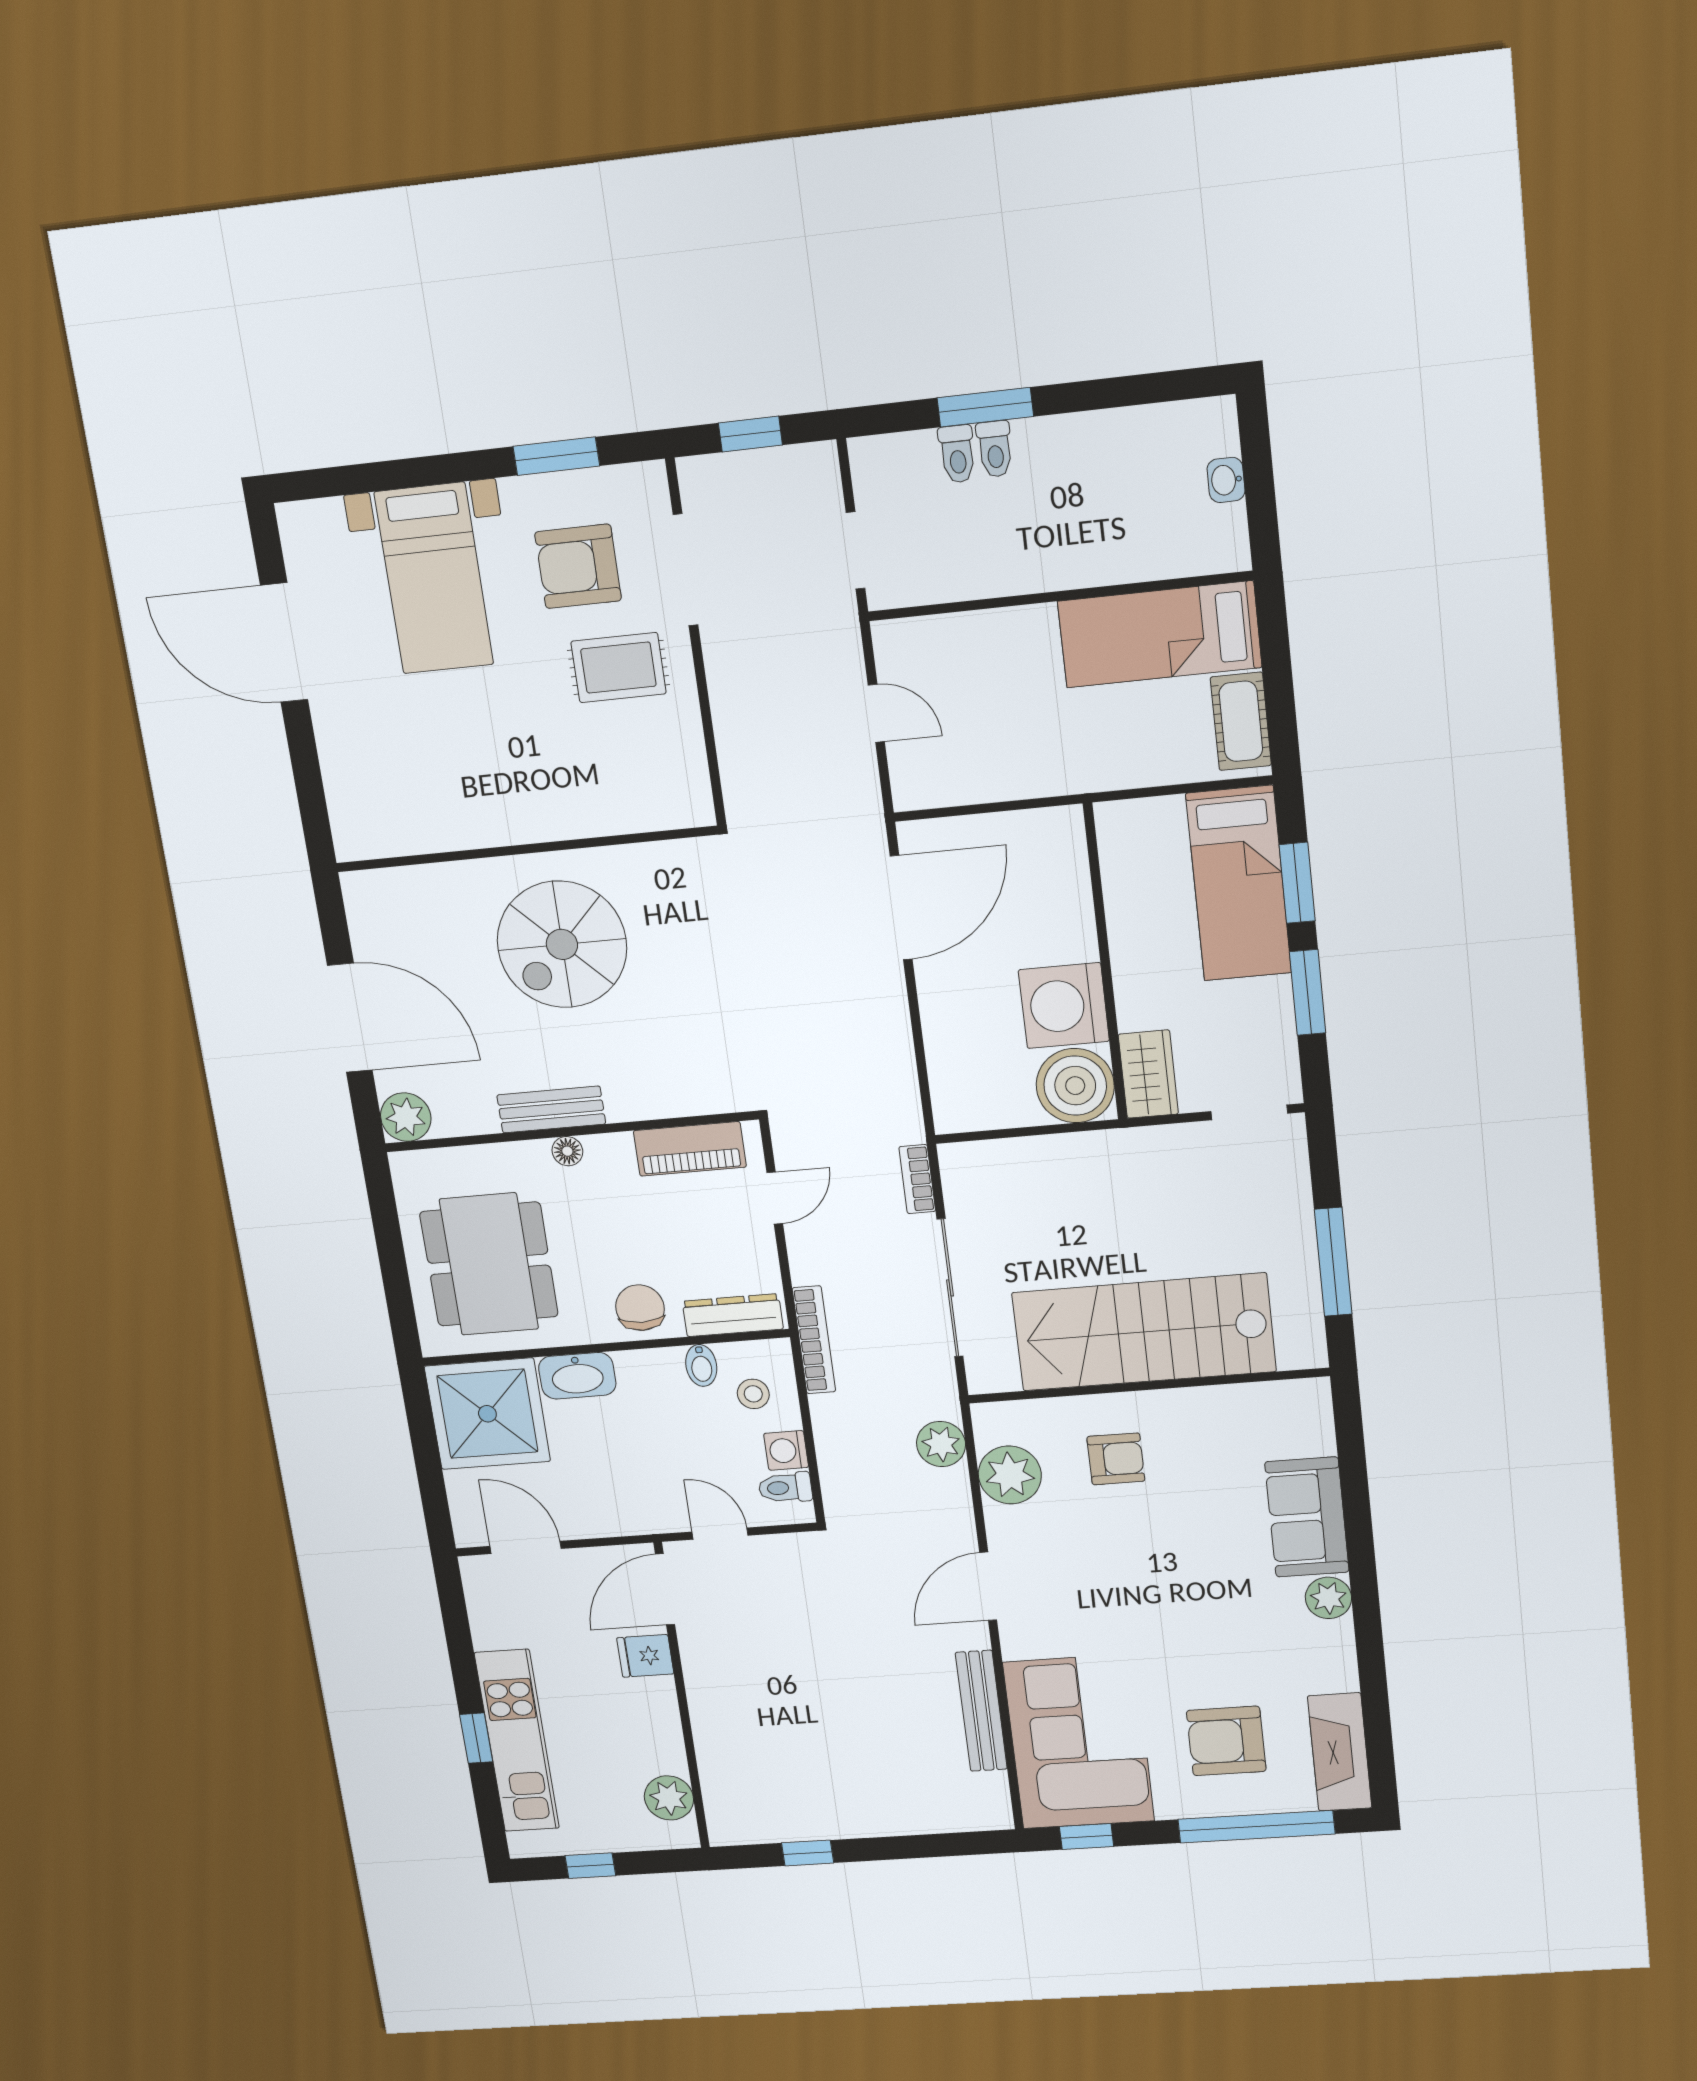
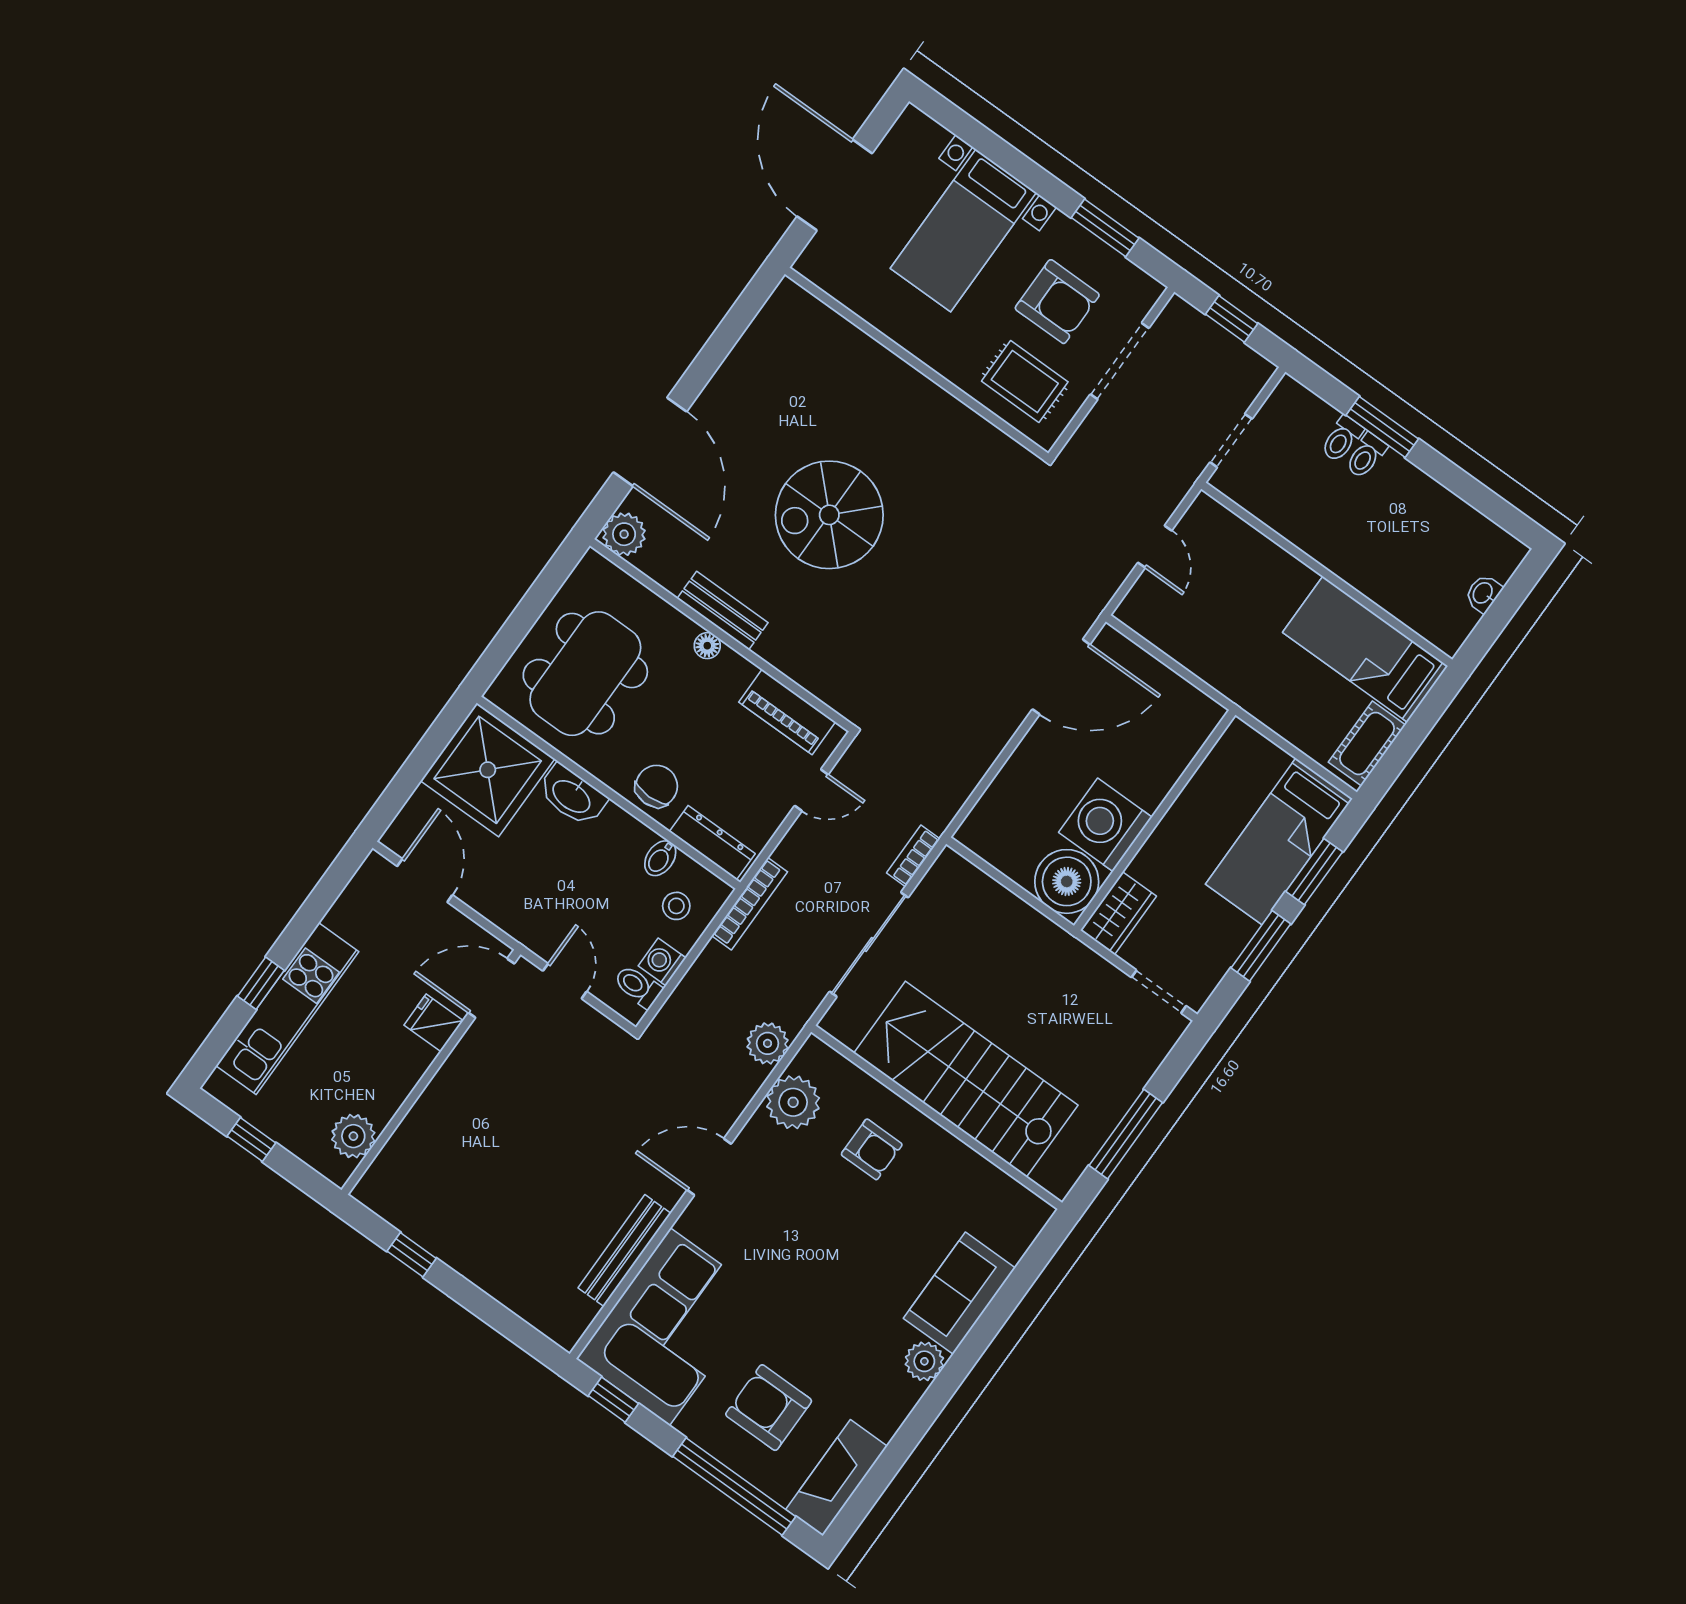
armchair: (578, 566) -> (1057, 302), turned 180
wall: (526, 849) -> (917, 364), moved

